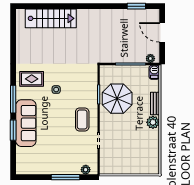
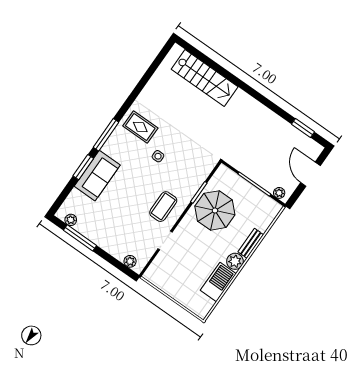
barbecue: (154, 72) -> (218, 282), moved, width x1.88, depth x1.53
sofa: (26, 123) -> (97, 176), width x0.73
plant: (29, 170) -> (71, 220), added
window: (66, 177) -> (80, 238), moved

